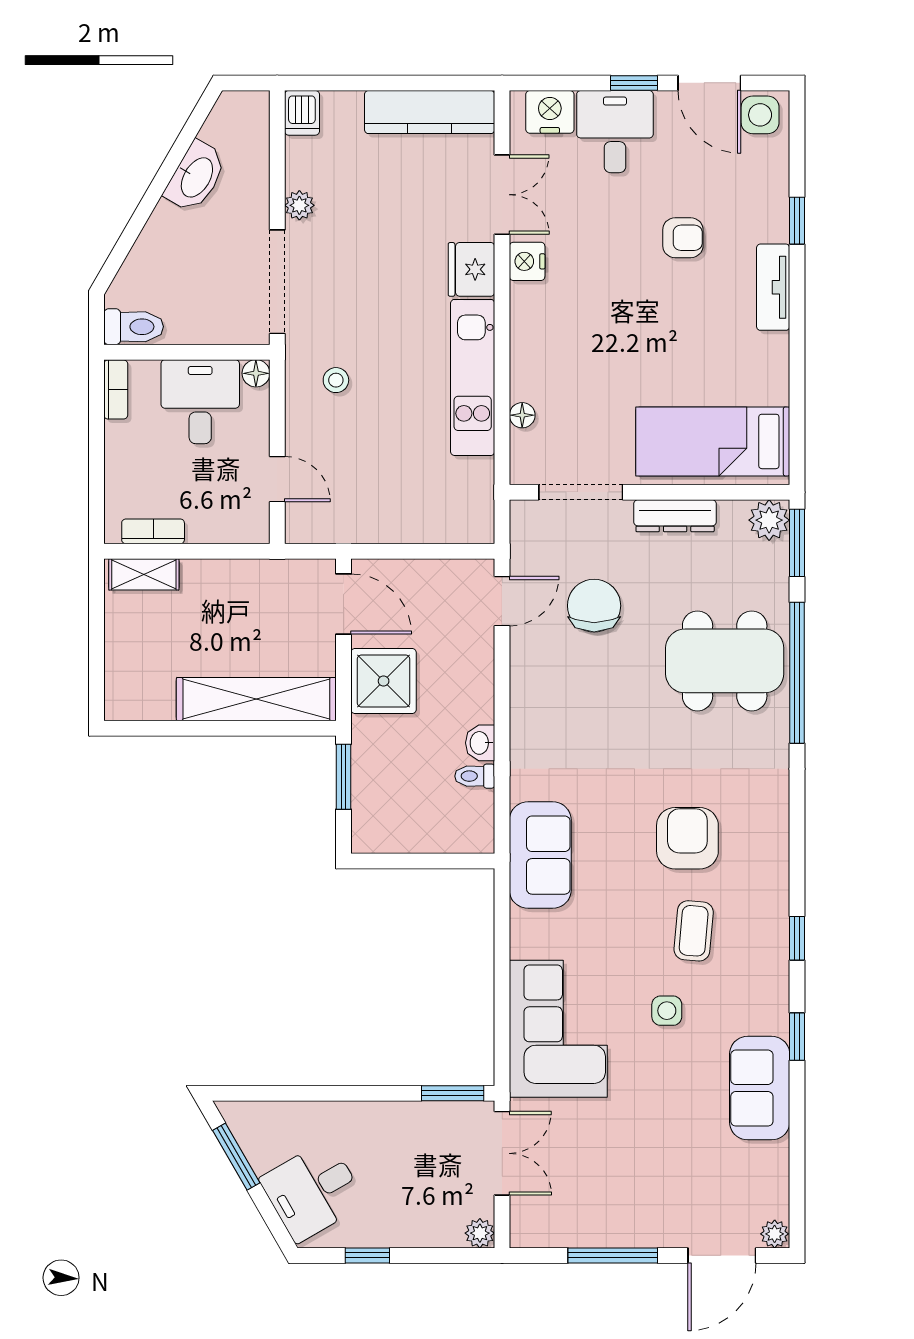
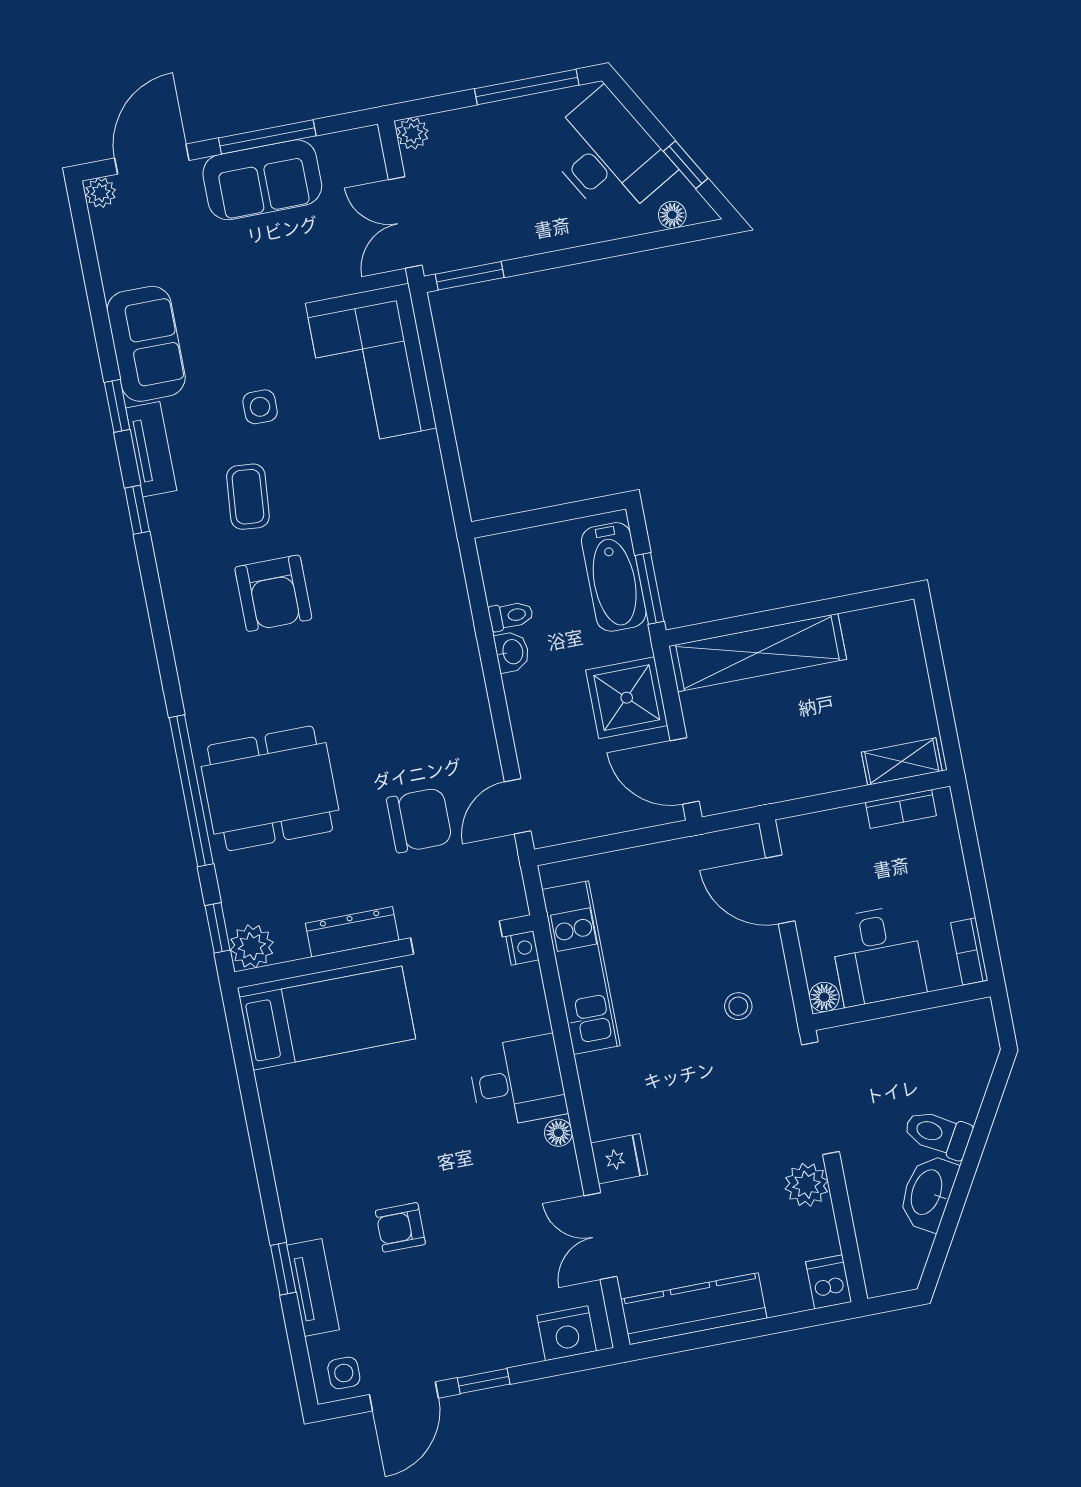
door: (709, 83) -> (404, 1396), swing flipped
side table: (760, 115) -> (344, 1373), width x0.73, depth x0.73
desk: (615, 132) -> (517, 1082), moved, turned -90
plant: (299, 205) -> (807, 1185), width x1.38, depth x1.38
nightstand: (527, 261) -> (522, 948), moved, width x0.72, depth x0.74
fridge: (471, 269) -> (619, 1159), width x0.72
tv unit: (773, 287) -> (313, 1287), moved
toilet: (134, 327) -> (938, 1134), moved, turned 30
kitchen unit: (473, 377) -> (581, 968), moved
floor lamp: (522, 415) -> (558, 1133), moved
door: (277, 479) -> (780, 889), width x1.38
window: (797, 543) -> (218, 928), width x0.67
chair: (594, 606) -> (419, 820), turned -90
bathtub: (374, 793) -> (614, 577), added
sofa: (540, 855) -> (262, 180), moved, turned -90
tv unit: (774, 991) -> (151, 449), added
floor lamp: (257, 1113) -> (672, 215), added
window: (236, 1157) -> (686, 165), width x0.67
desk: (313, 1191) -> (608, 156), width x1.37
window: (367, 1255) -> (527, 87), width x2.17

